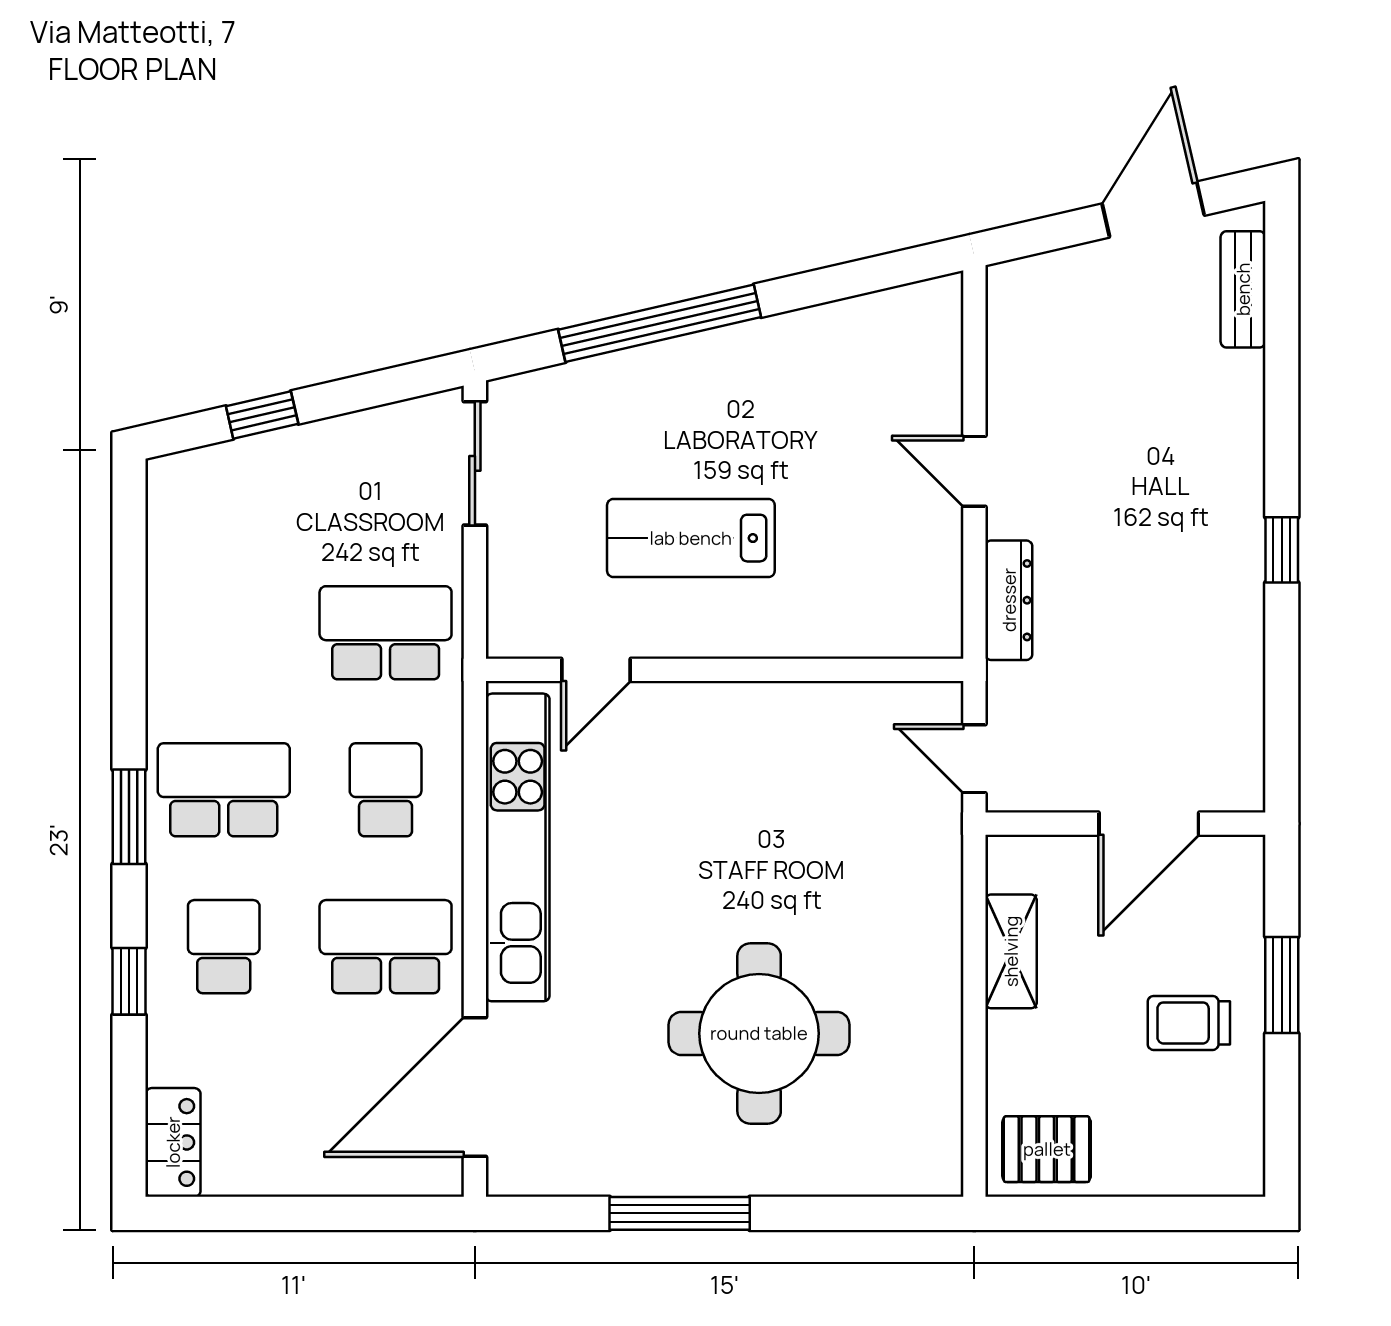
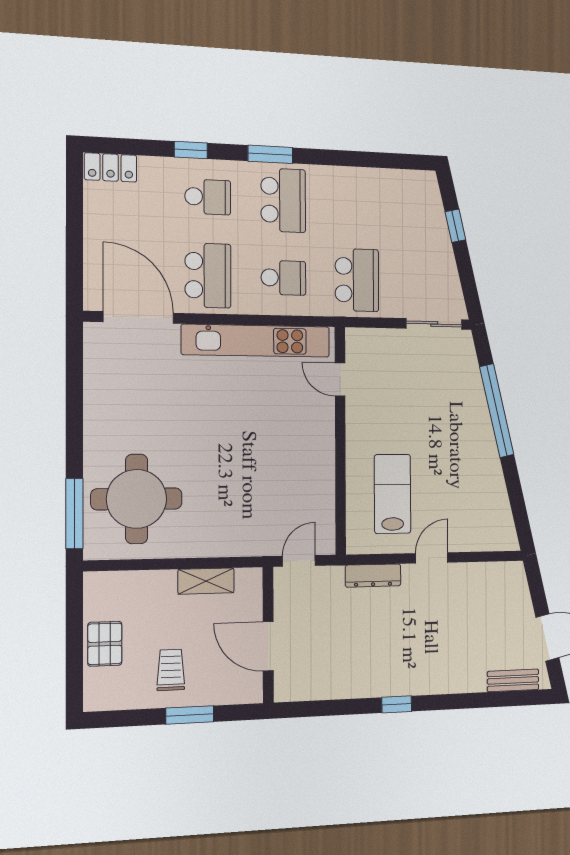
lab bench: (691, 538) -> (393, 494), moved
round table: (759, 1033) -> (137, 499), moved
pallet: (1047, 1149) -> (105, 644), moved
window: (680, 1213) -> (74, 514), moved

